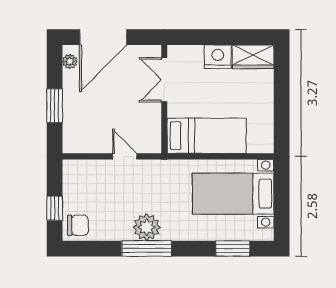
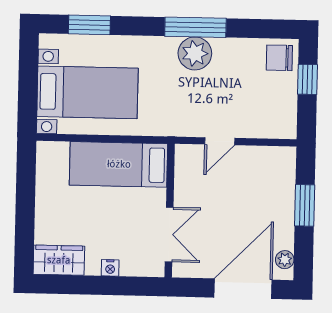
nightstand: (218, 57) -> (110, 268), width x0.53, depth x0.56
door: (125, 156) -> (220, 141), hinge flipped

